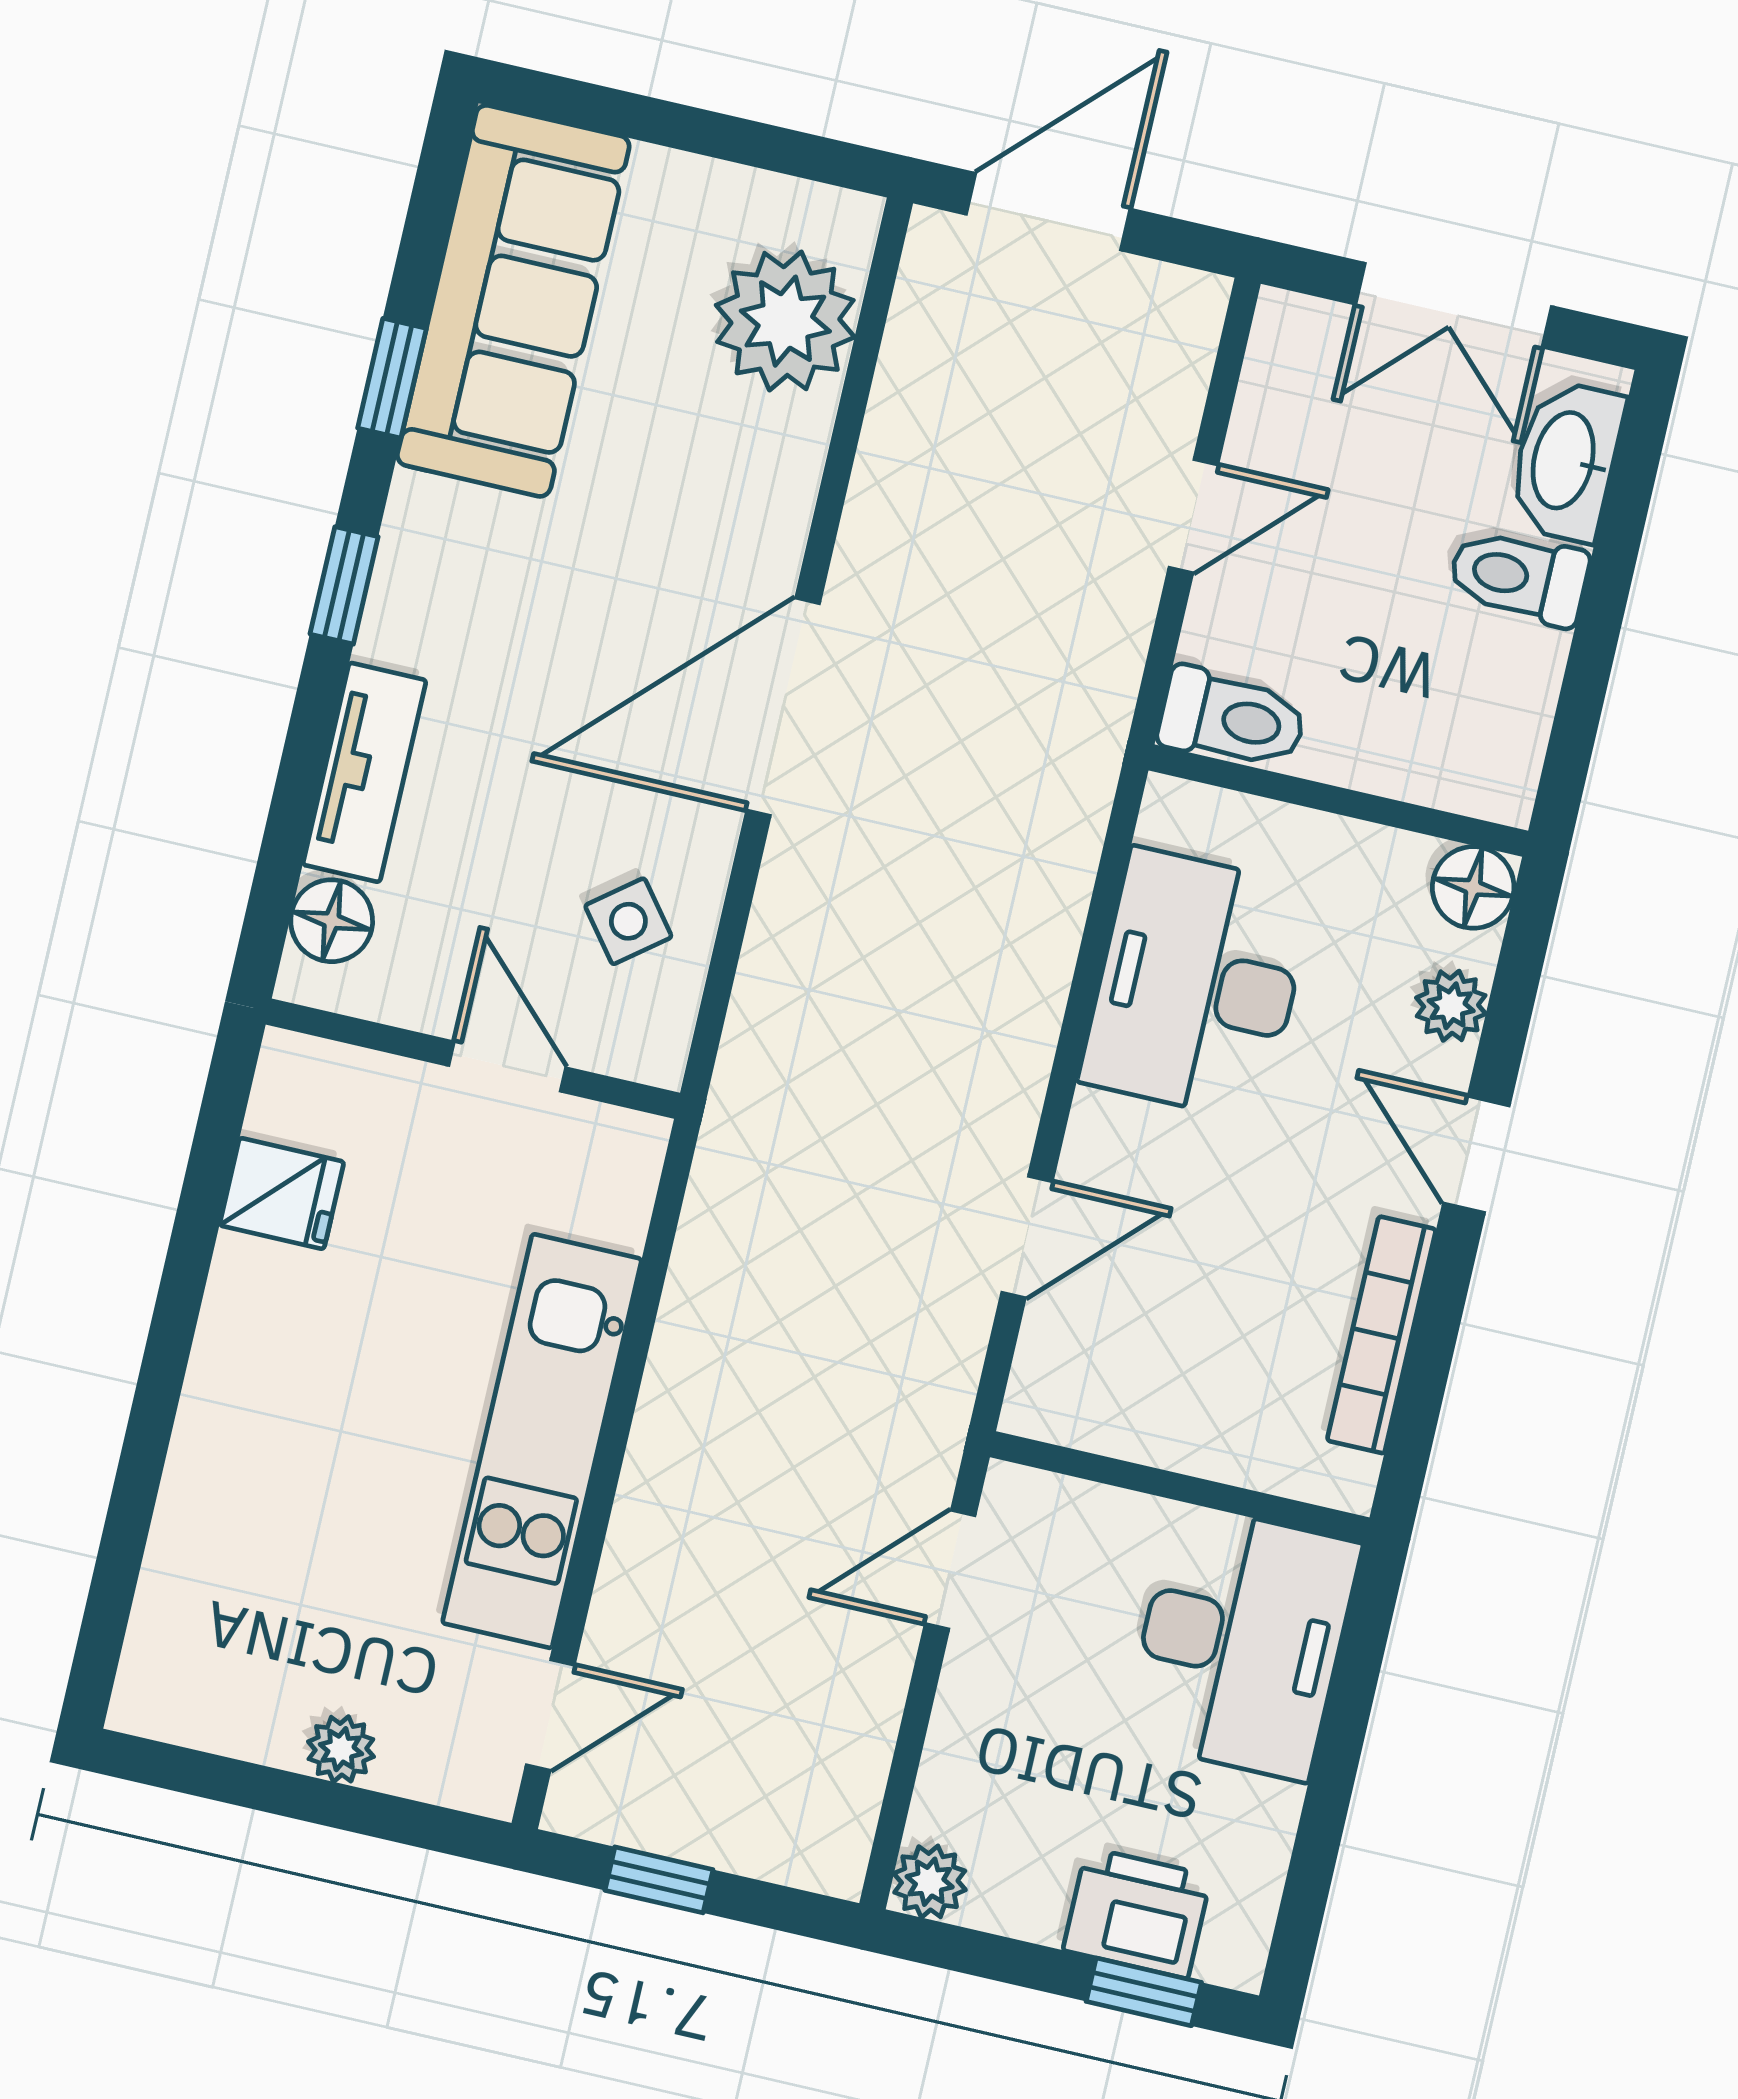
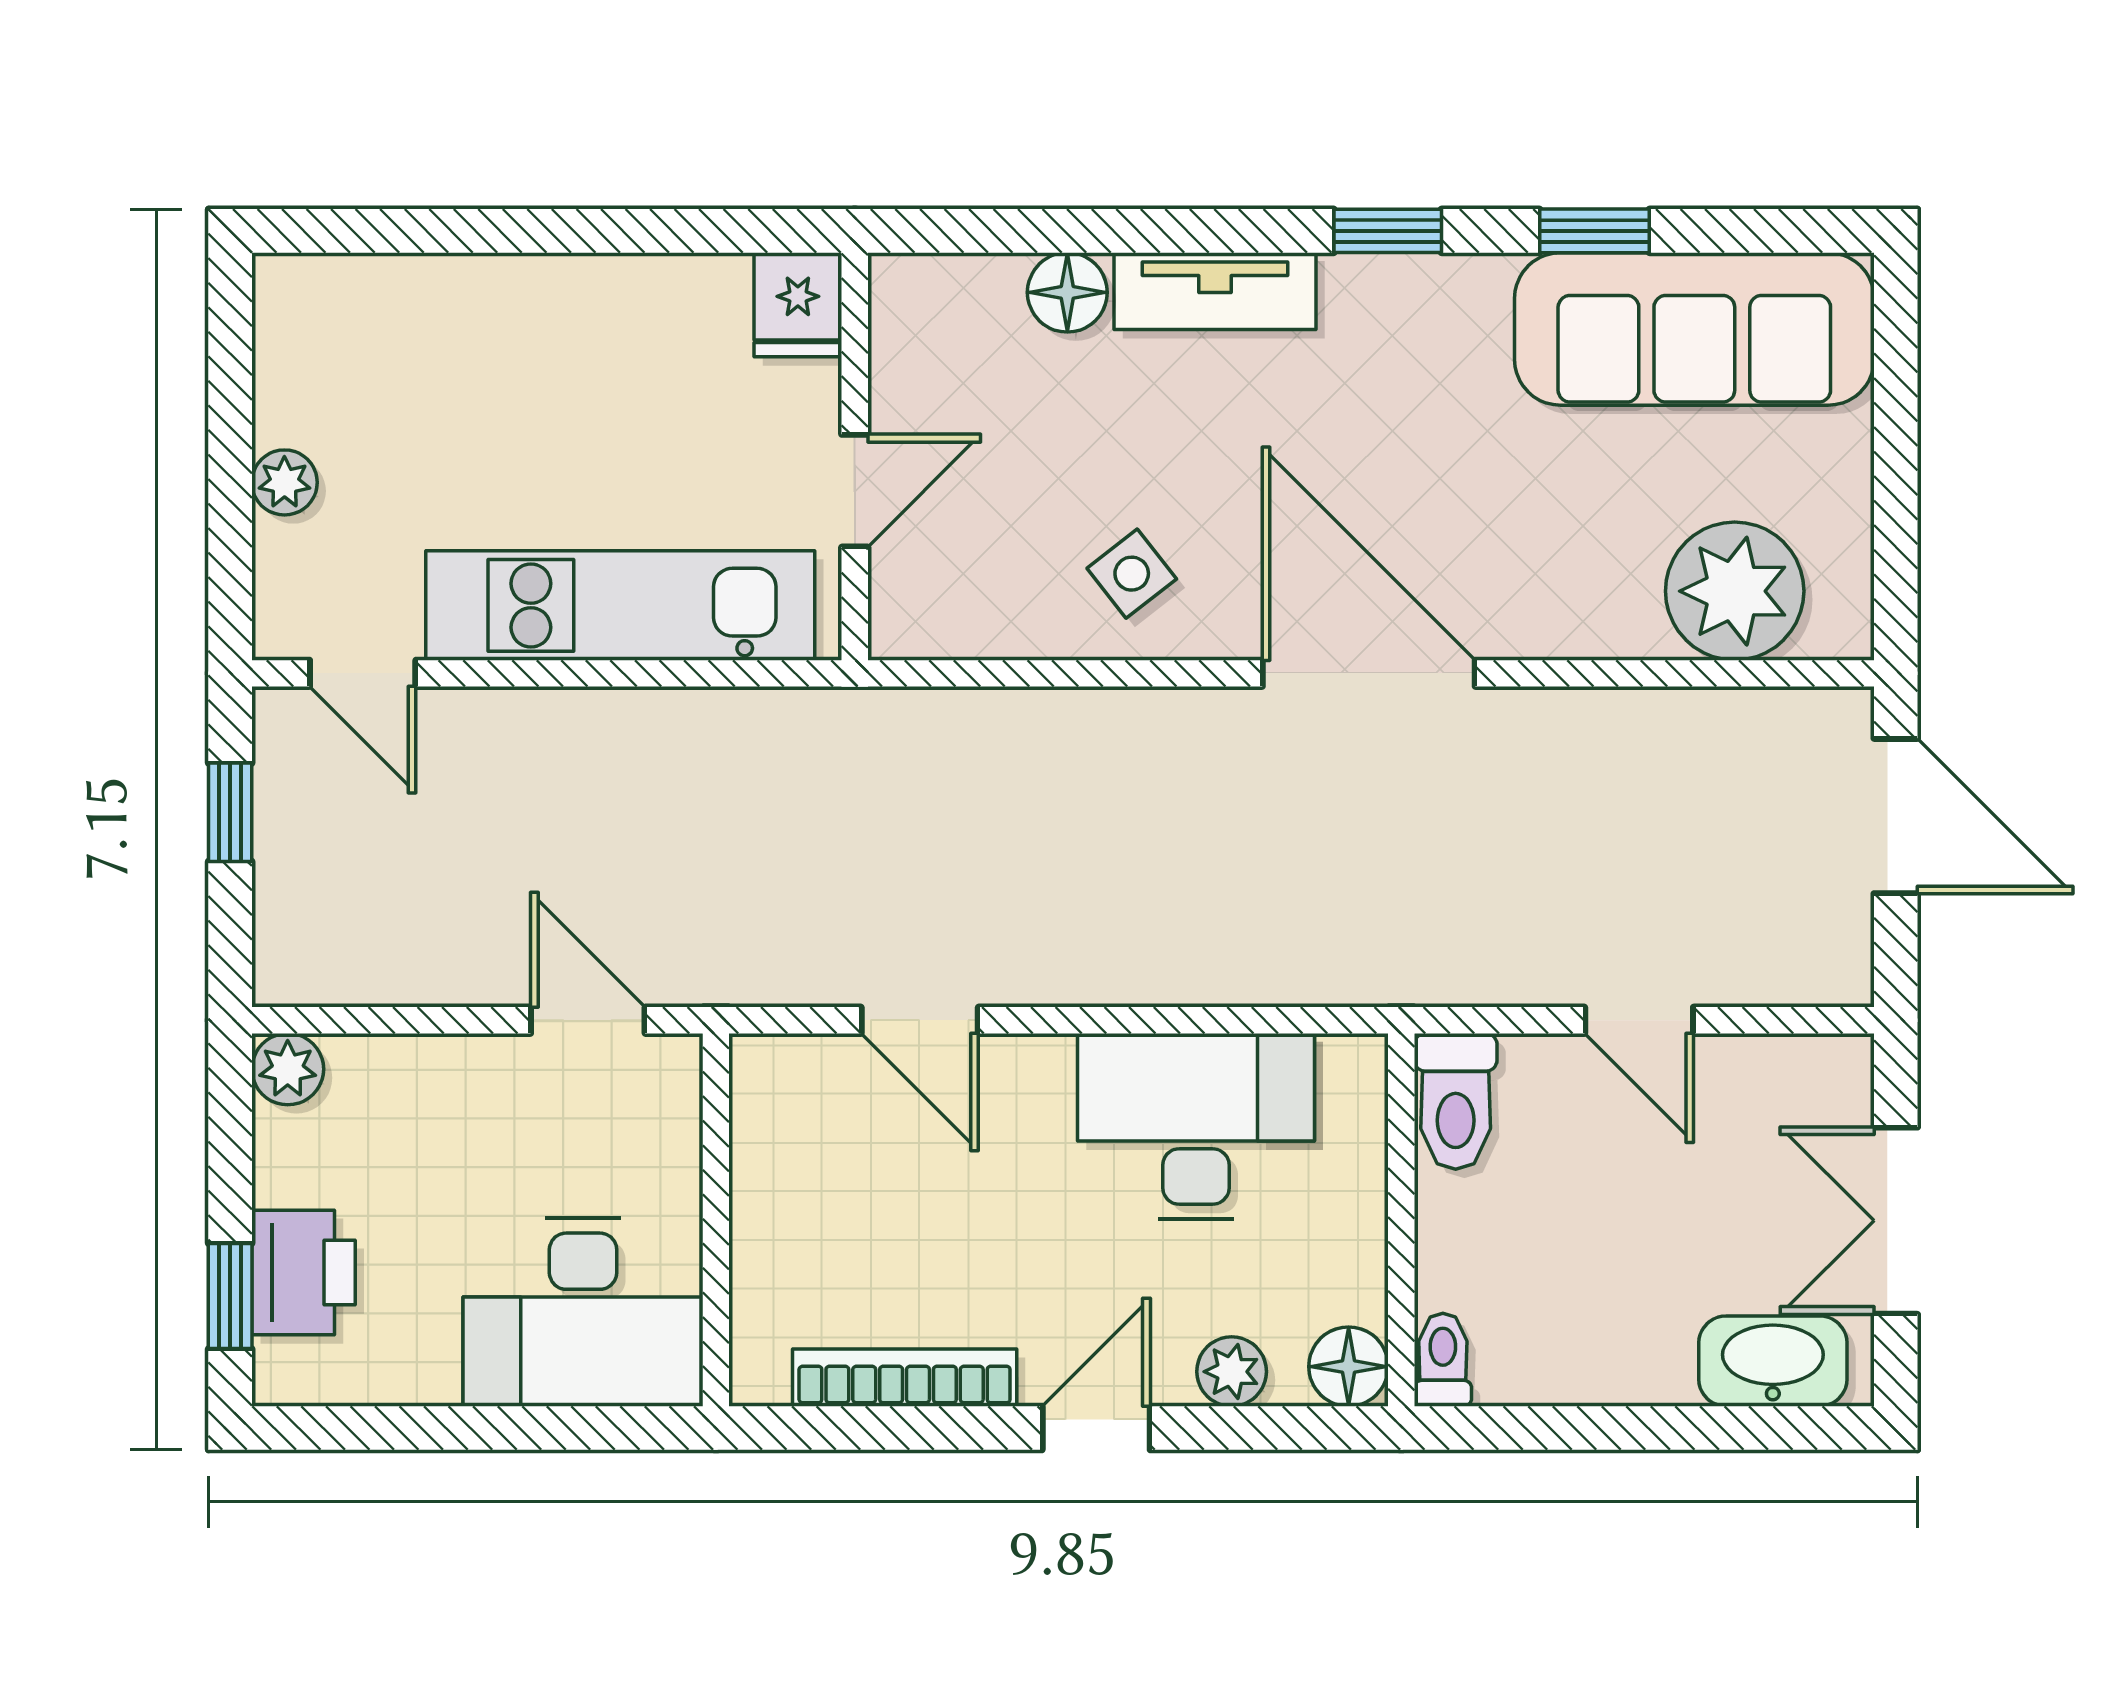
toilet: (1519, 577) -> (1443, 1360), moved, width x0.73, depth x0.72
wall: (473, 1059) -> (855, 456), moved
door: (507, 1067) -> (855, 491), moved

